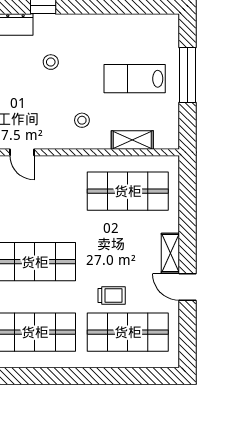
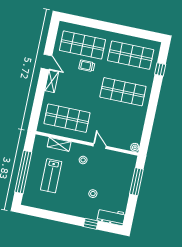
window: (188, 75) -> (23, 172), width x1.46
lab bench: (135, 79) -> (51, 176), turned 90
door: (22, 152) -> (100, 146), moved

